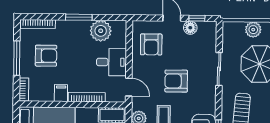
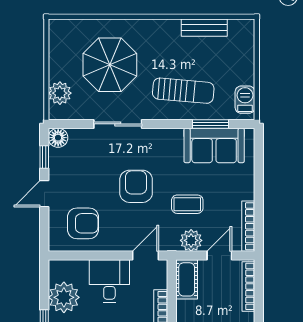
floor lamp: (190, 28) -> (58, 138), moved
plant: (253, 30) -> (60, 93), moved
armchair: (176, 81) -> (136, 186), turned 180

